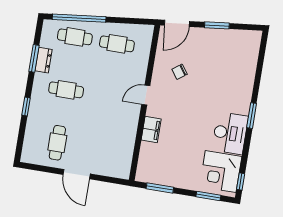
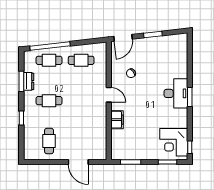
door: (146, 95) -> (109, 95), swing flipped
desk: (230, 133) -> (176, 93), moved
door: (77, 174) -> (78, 162), moved

